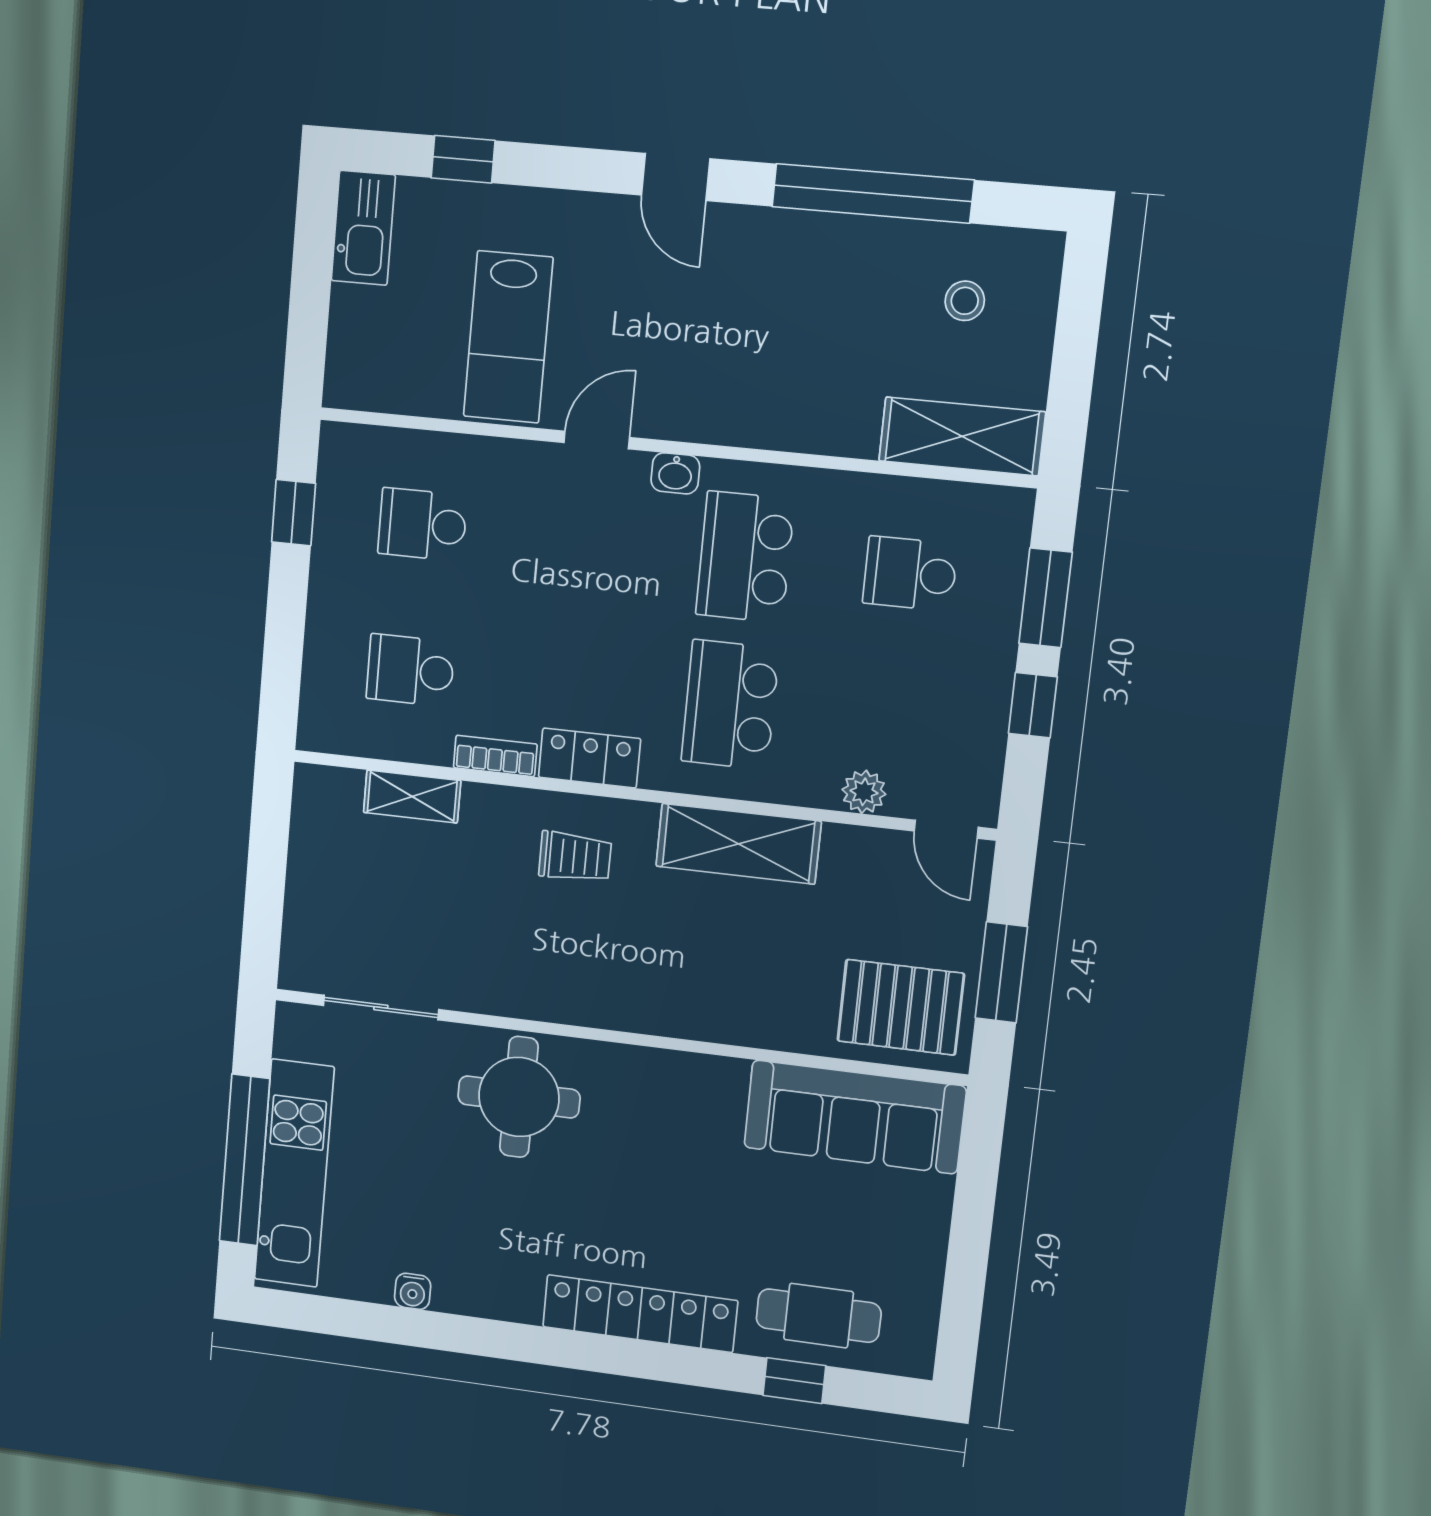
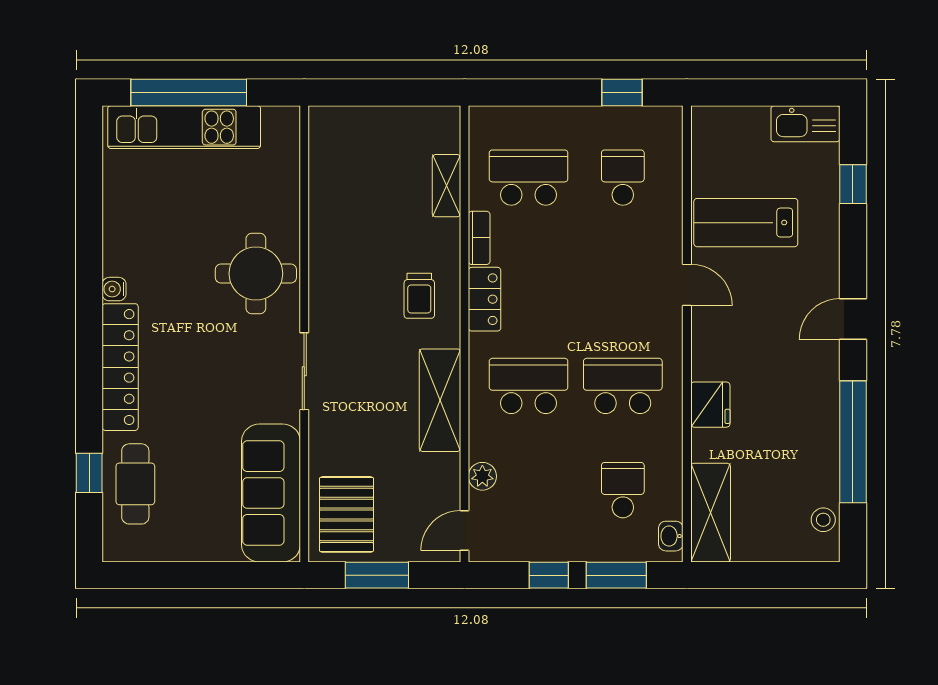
stool: (965, 301) -> (823, 520), moved
fridge: (789, 420) -> (710, 405), added
washbasin: (675, 473) -> (671, 536), moved
school desk: (410, 670) -> (529, 178), width x1.85
sliding door: (381, 1007) -> (304, 371), moved
water cooler: (413, 1291) -> (114, 289), moved

